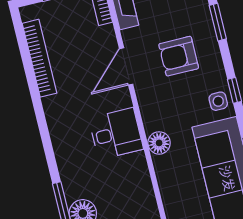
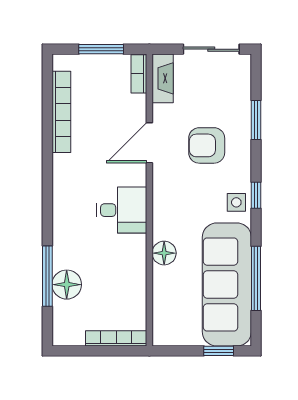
floor lamp: (159, 143) -> (164, 253), moved

